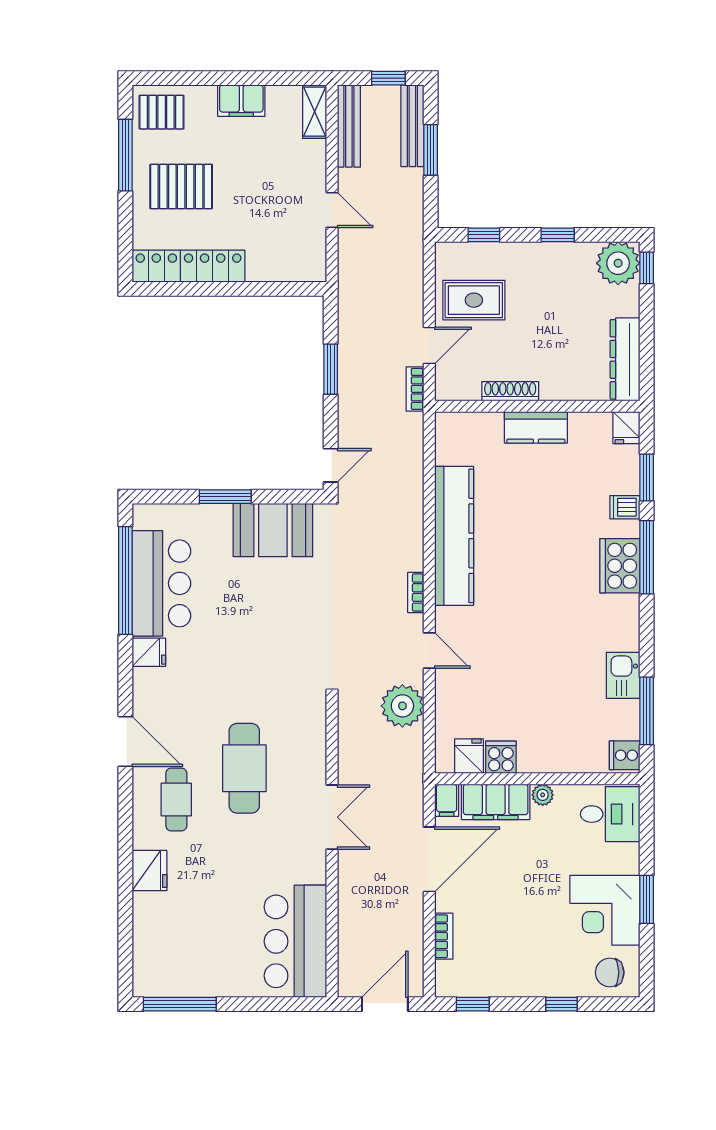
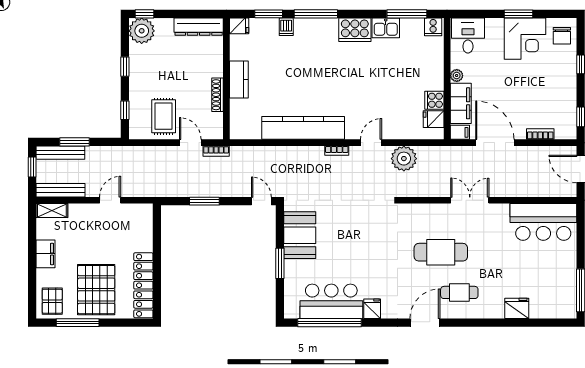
pallet: (181, 186) -> (96, 290), width x1.37, depth x1.41
cooker: (620, 566) -> (355, 30), moved
fridge: (149, 871) -> (517, 308), moved

